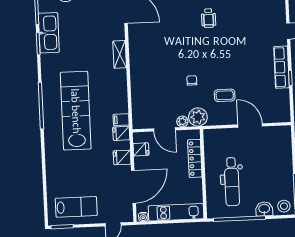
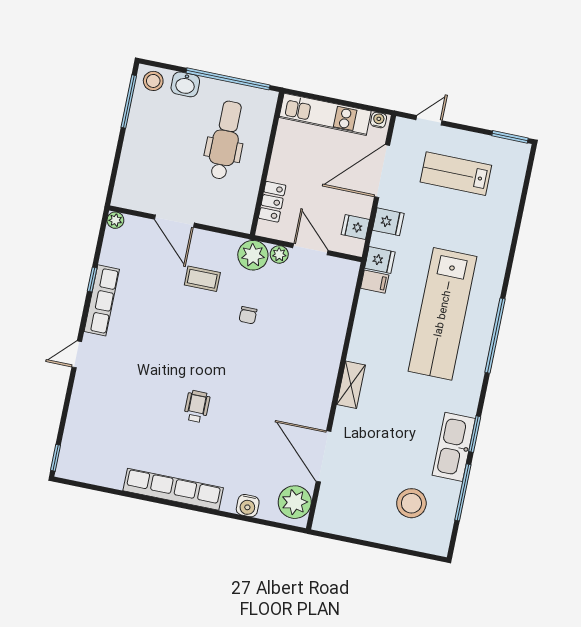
plant: (285, 117) -> (115, 220), added
locker: (195, 158) -> (272, 202), width x0.66
lab bench: (76, 207) -> (456, 174), moved

